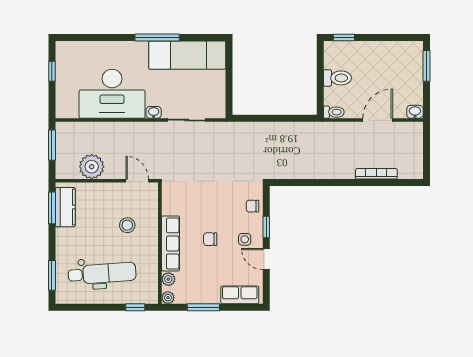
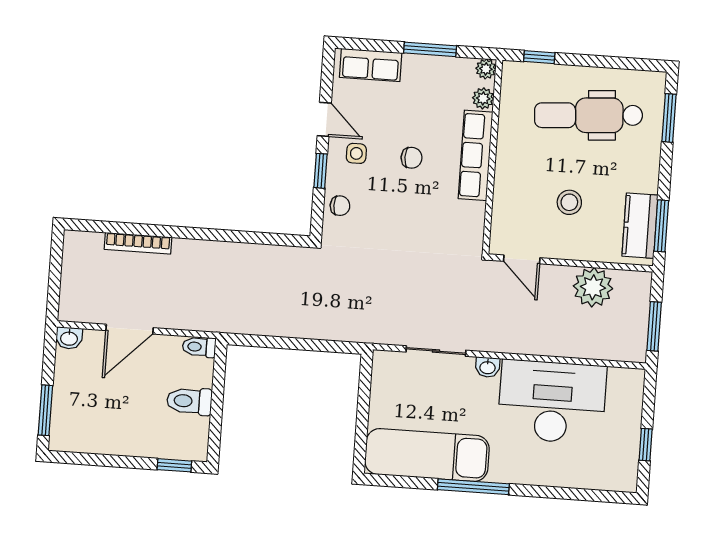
stool: (127, 225) -> (569, 202), moved

